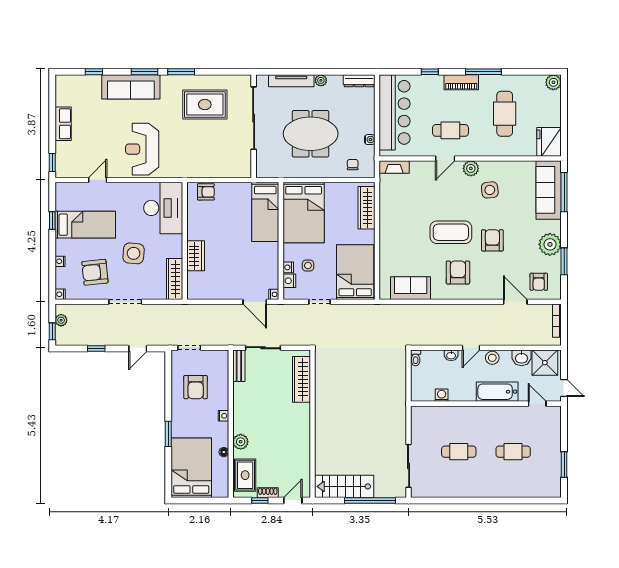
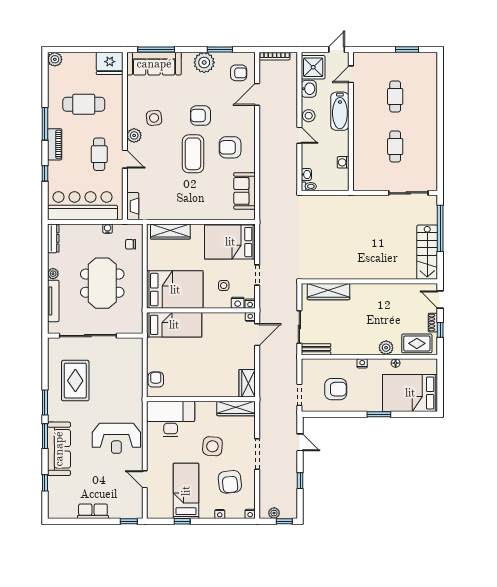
wardrobe: (196, 256) -> (247, 383), moved, turned -90
nightstand: (288, 267) -> (250, 304), moved
washbasin: (451, 355) -> (306, 174), moved

